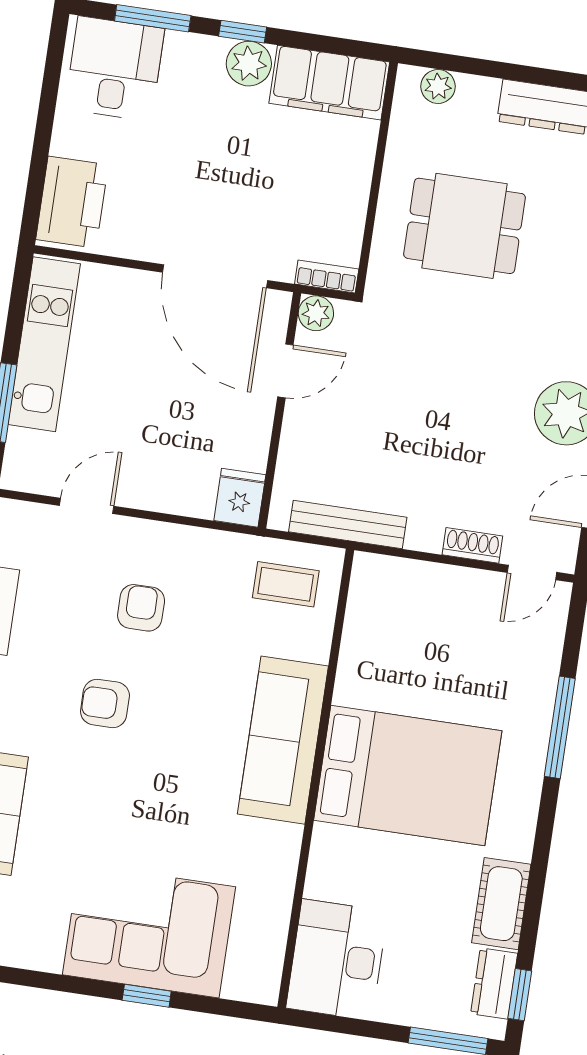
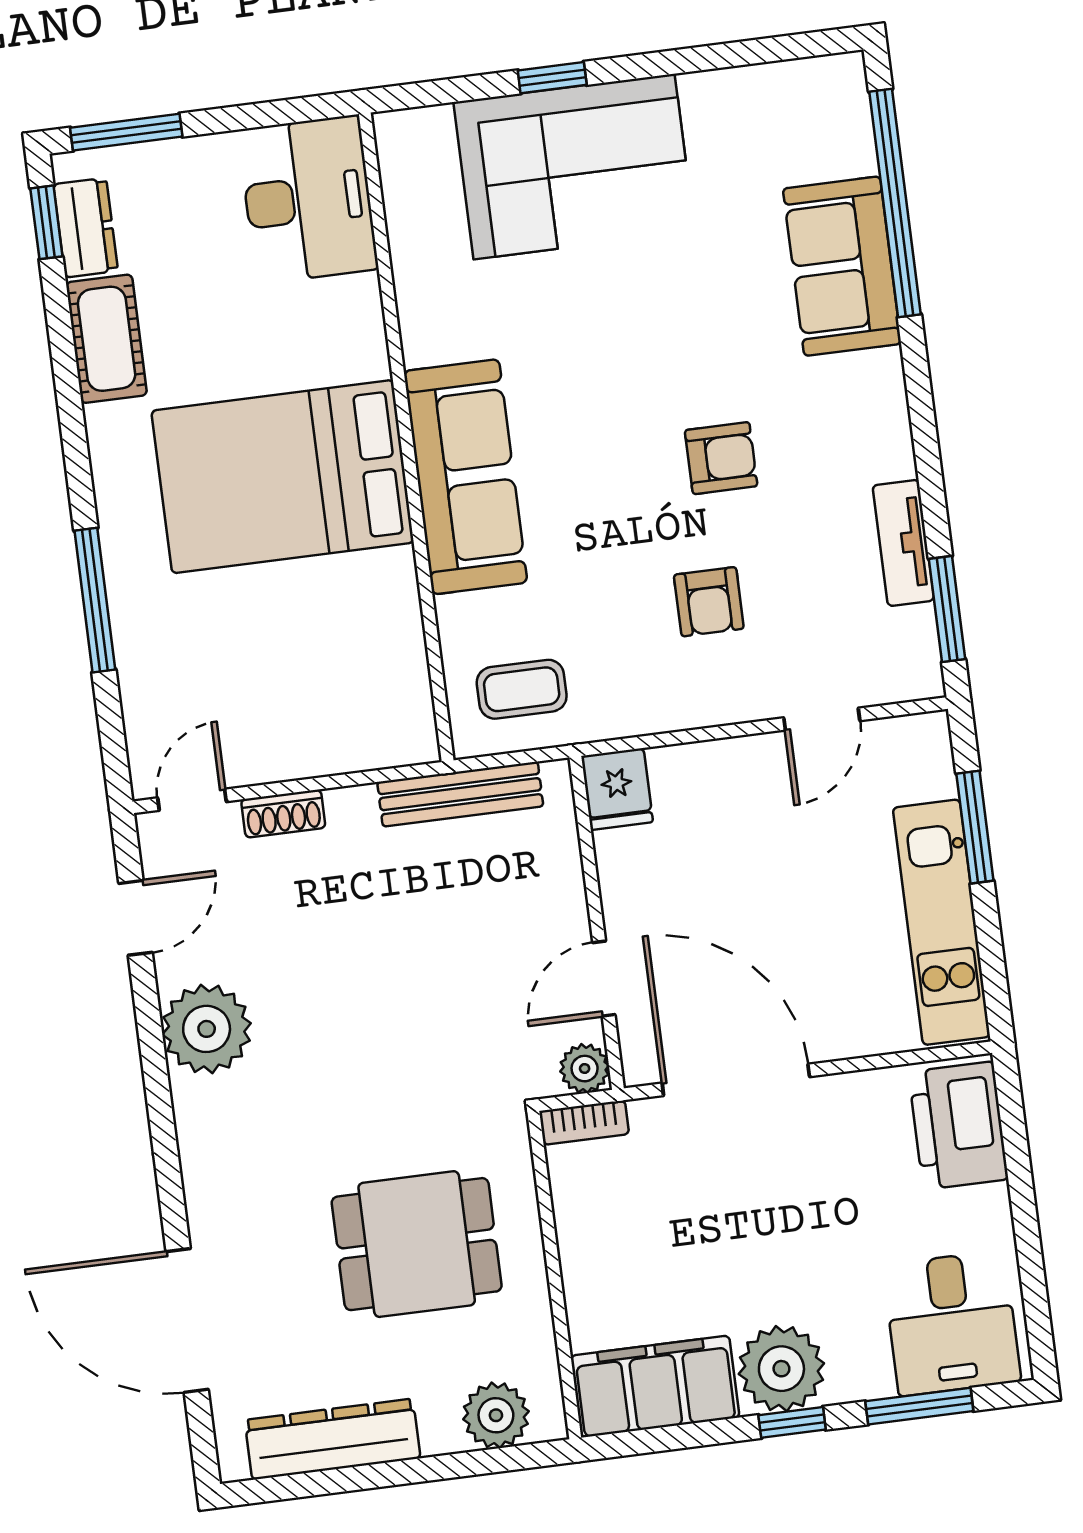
plant: (249, 64) -> (781, 1369), width x1.36, depth x1.36
plant: (438, 86) -> (496, 1415), width x1.38, depth x1.38

